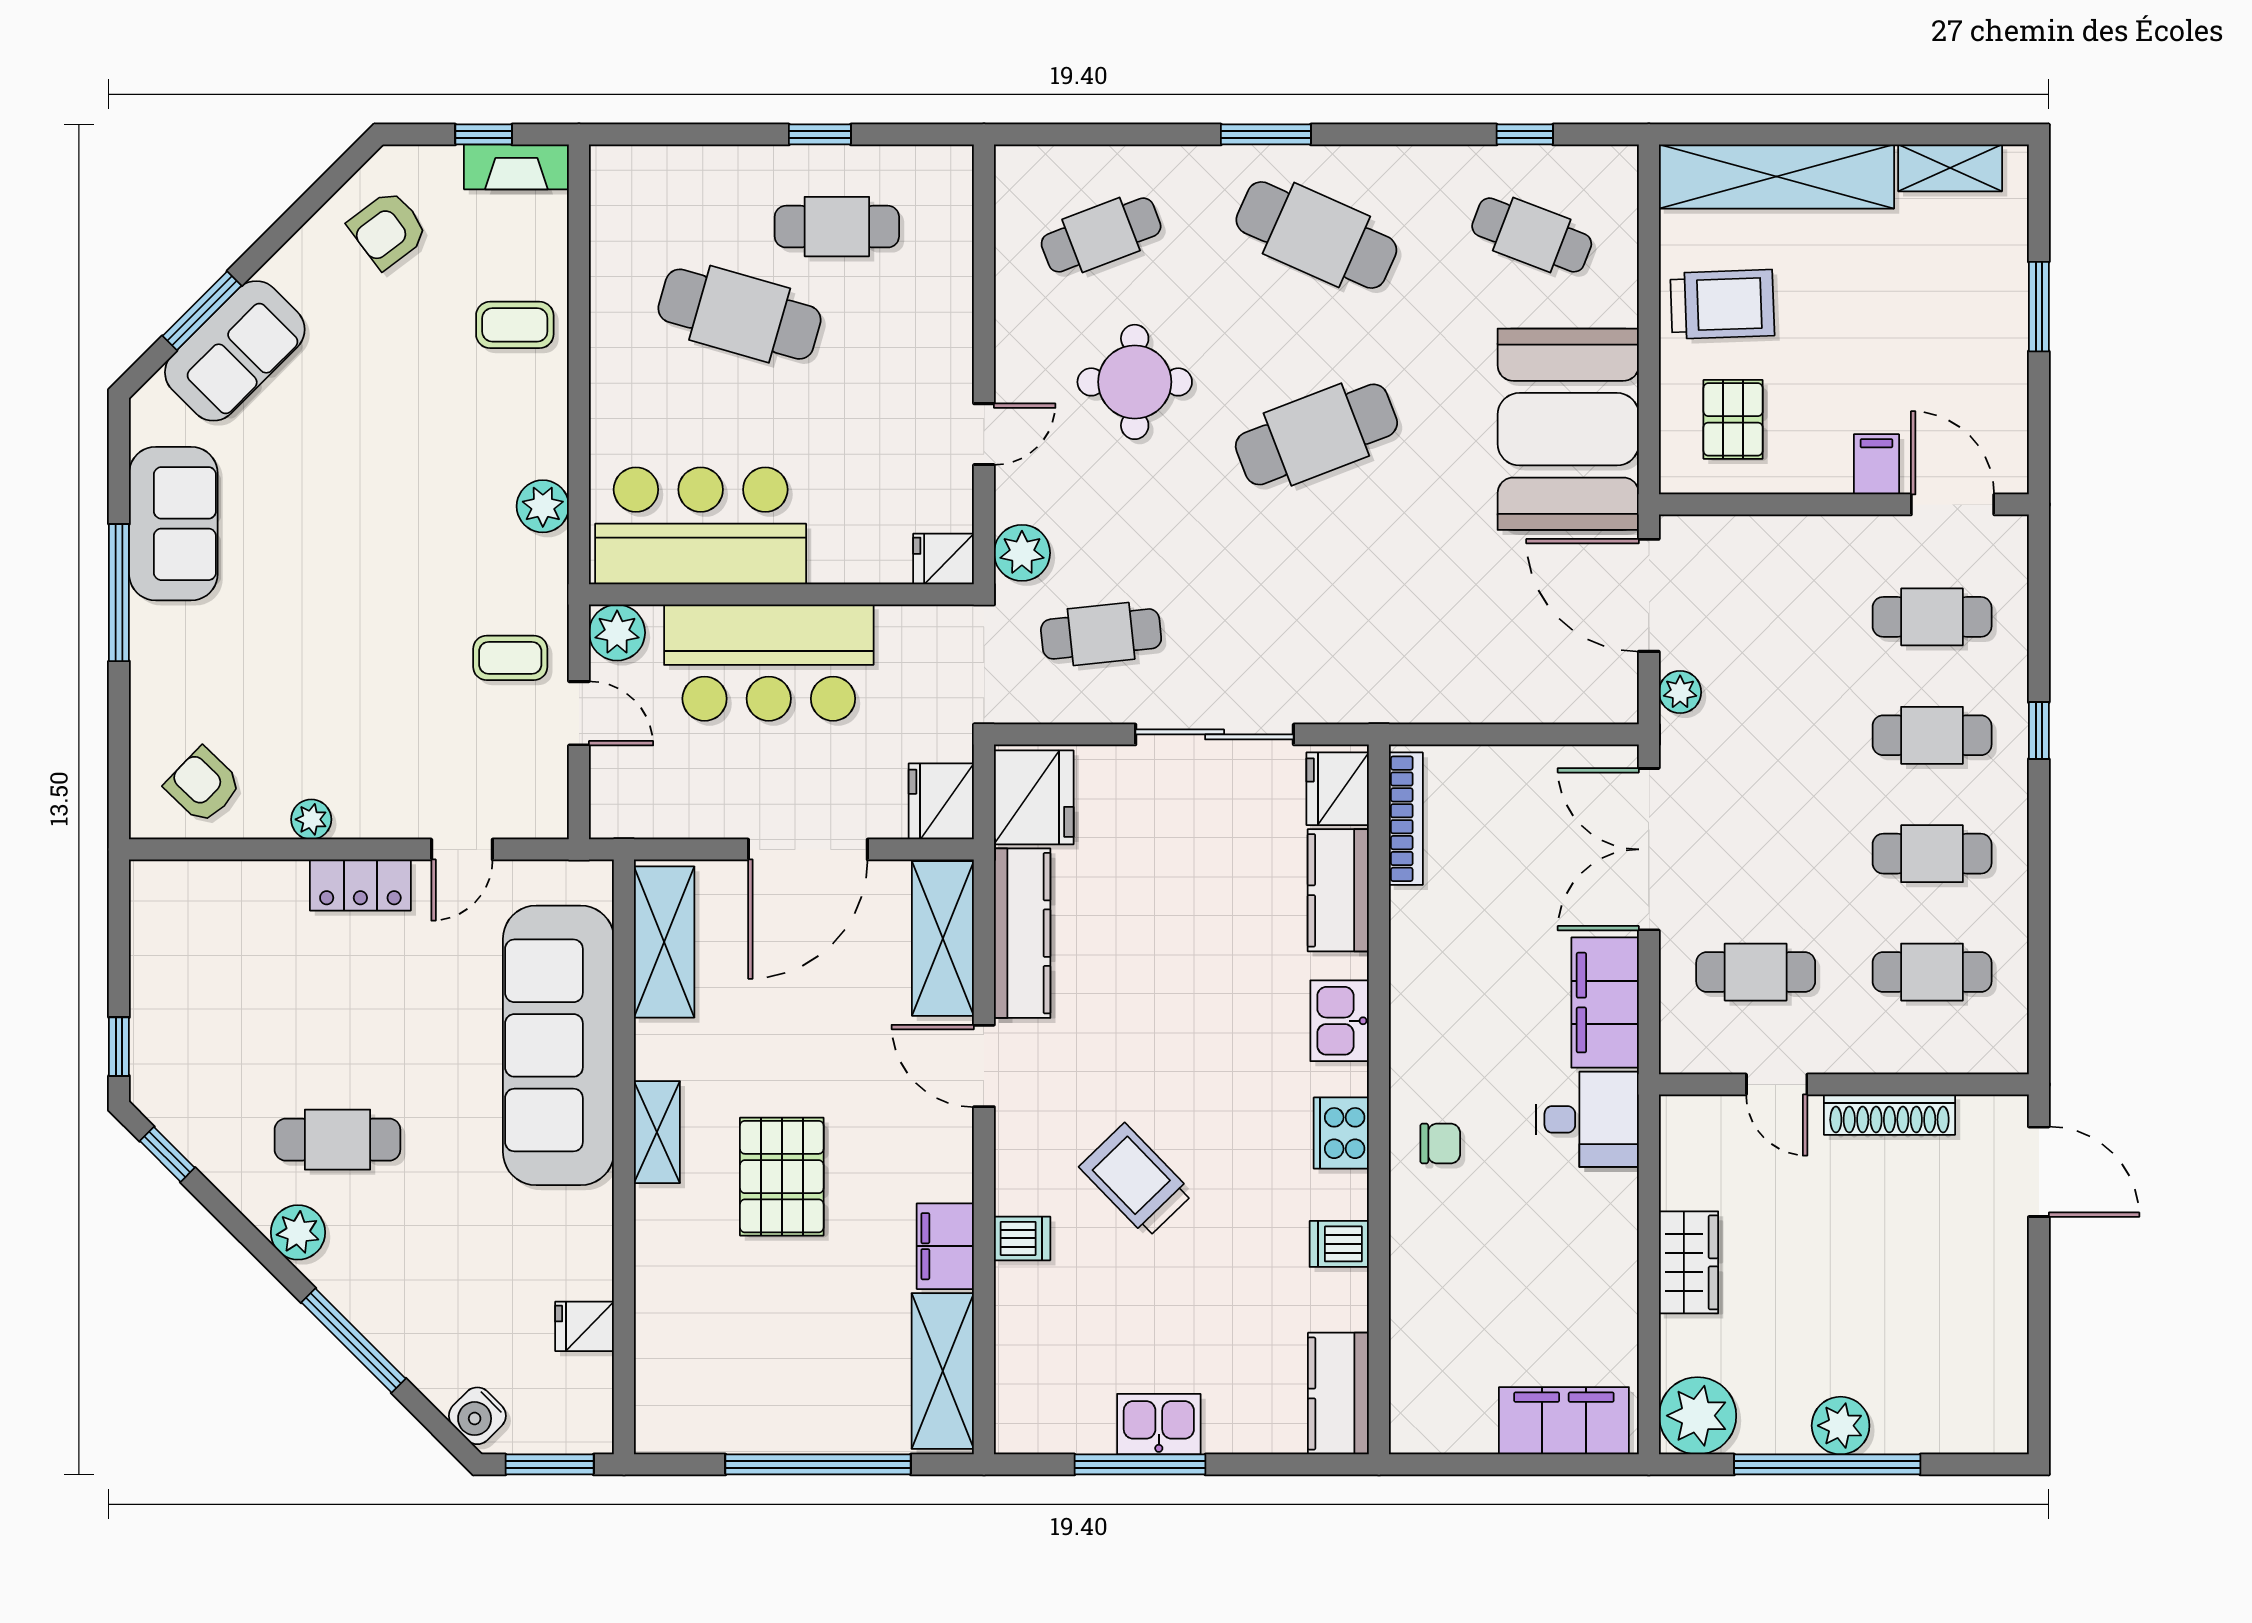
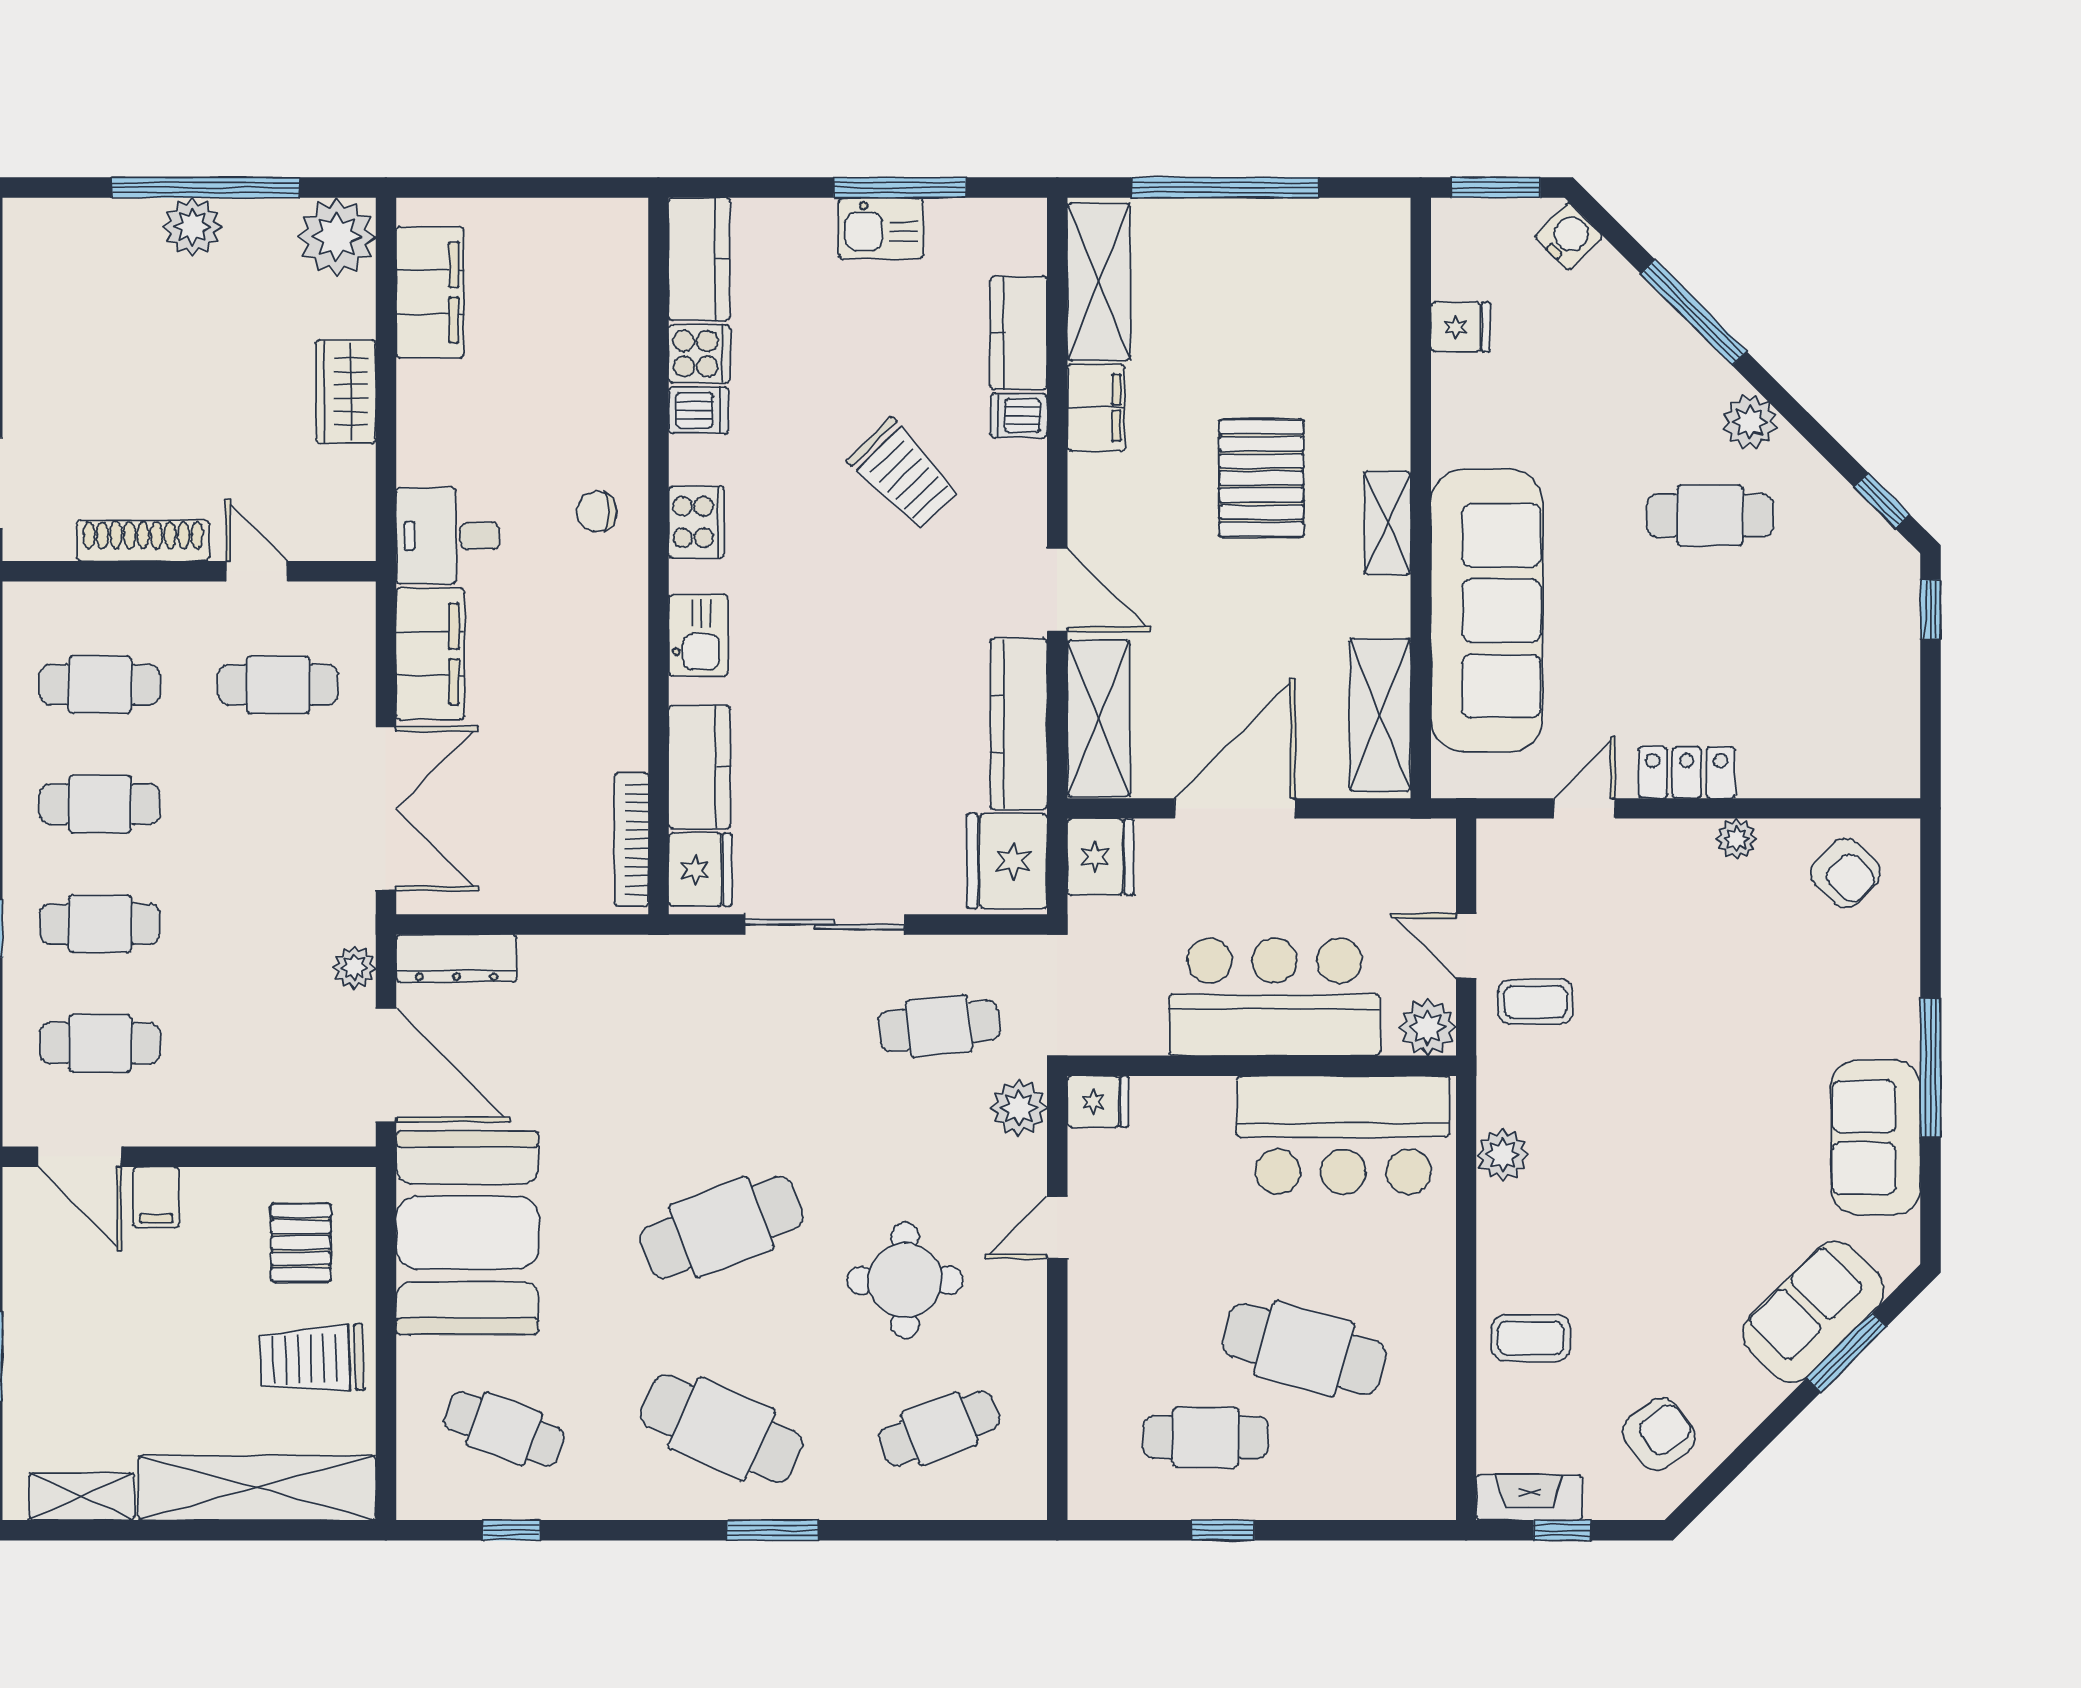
dresser: (1579, 701) -> (456, 958), added
cooker: (1338, 1300) -> (699, 354), added
kitchen counter: (1022, 1321) -> (1019, 333), added
filing cabinet: (1564, 1421) -> (430, 292), moved, turned -90

